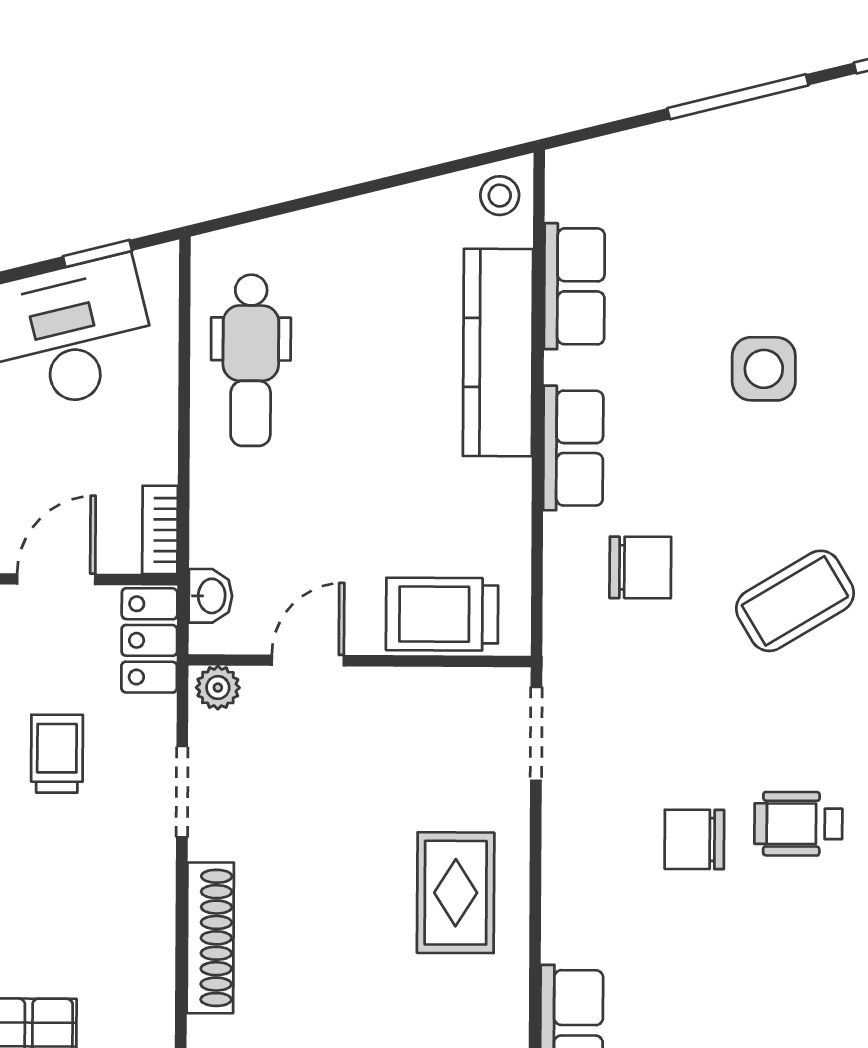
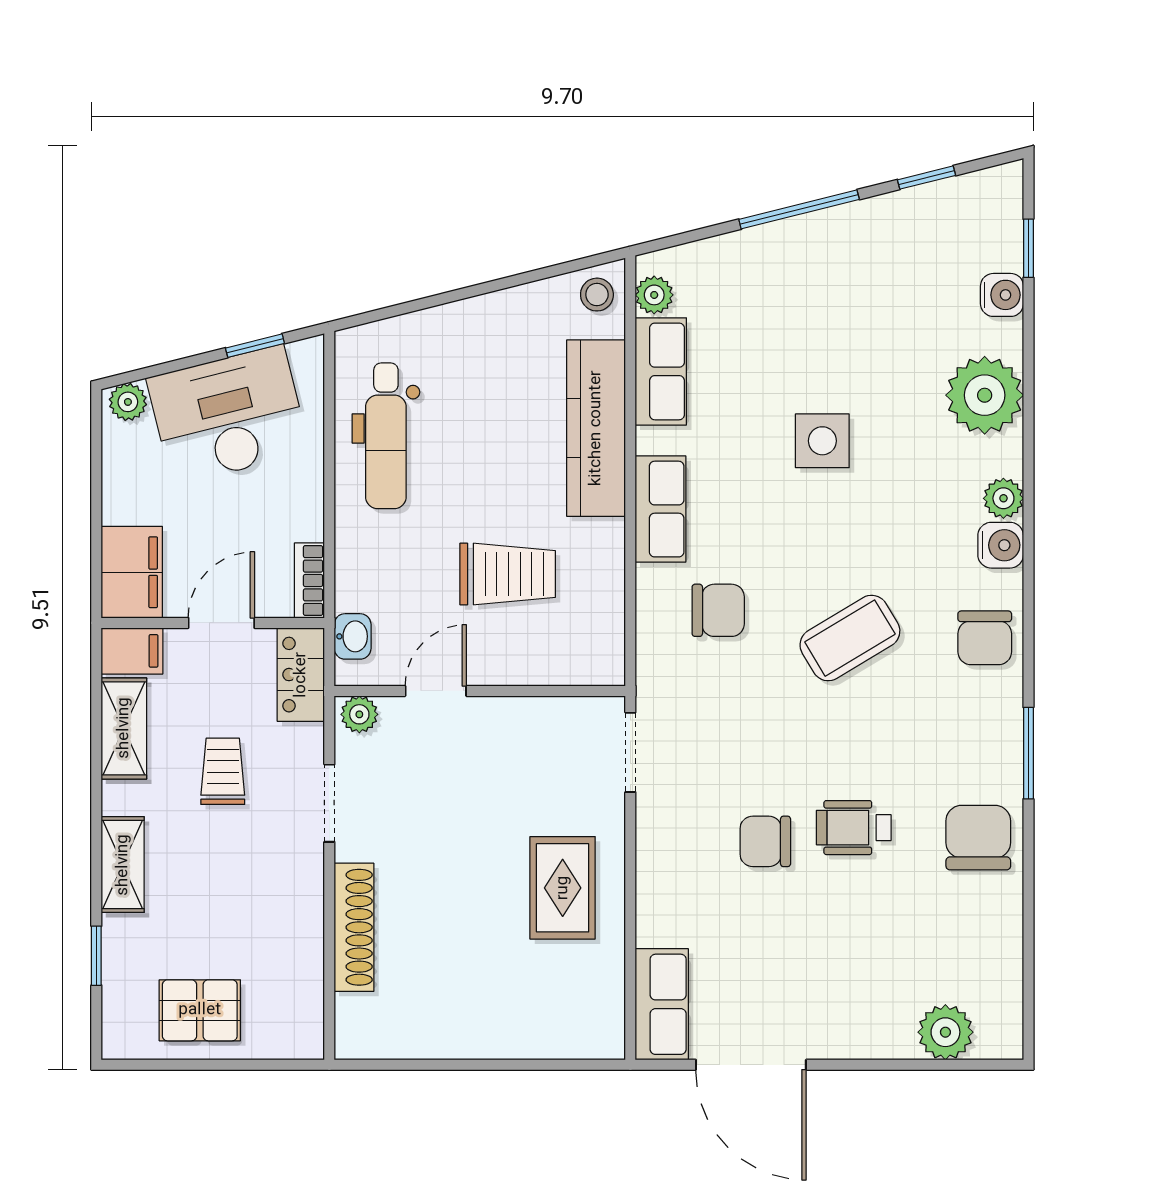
plant: (567, 196) -> (654, 295), added
trolley: (442, 614) -> (508, 574), moved, turned 180

